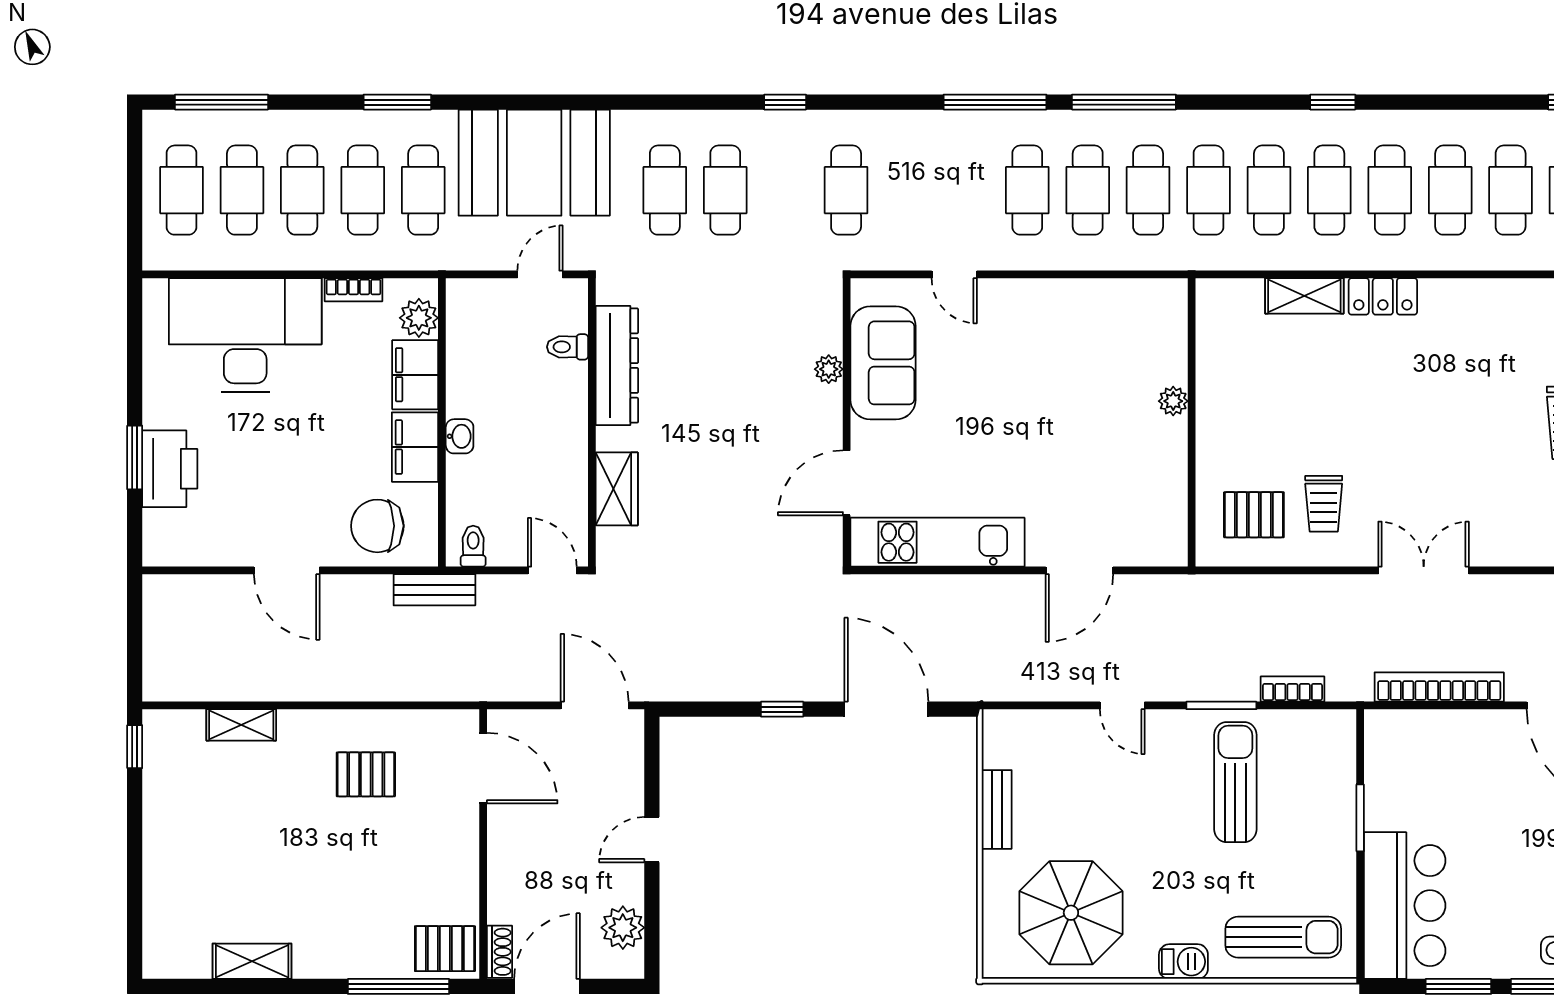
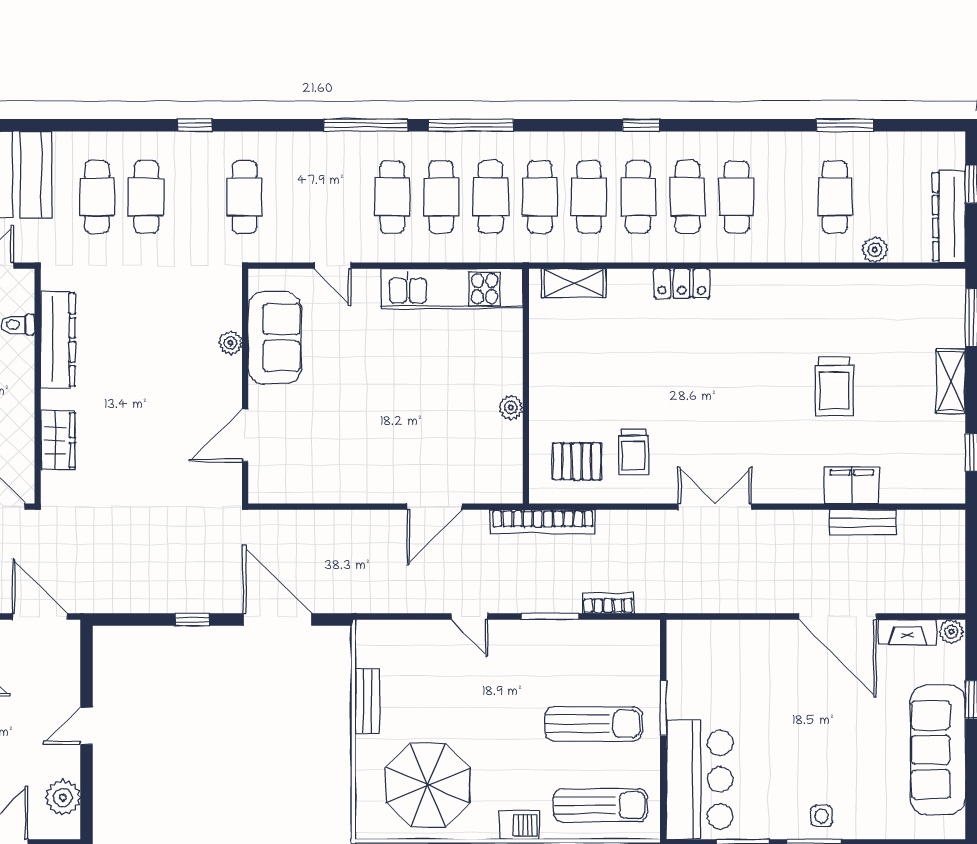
cafe table: (1511, 190) -> (786, 197), removed
shelving: (1304, 296) -> (574, 283), moved
plant: (1173, 401) -> (511, 407), moved
kitchen unit: (938, 542) -> (452, 289), moved, turned 180
bookcase: (1439, 687) -> (543, 522), moved, turned 180
sun lounger: (1235, 782) -> (594, 724), moved, turned 90

